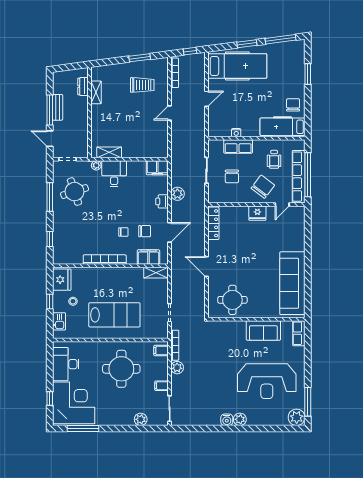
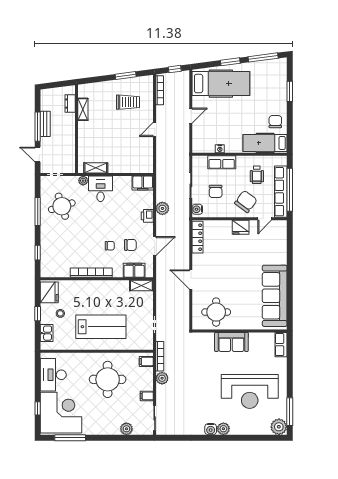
water cooler: (213, 195) -> (197, 209), added
sofa: (263, 330) -> (231, 342), moved

